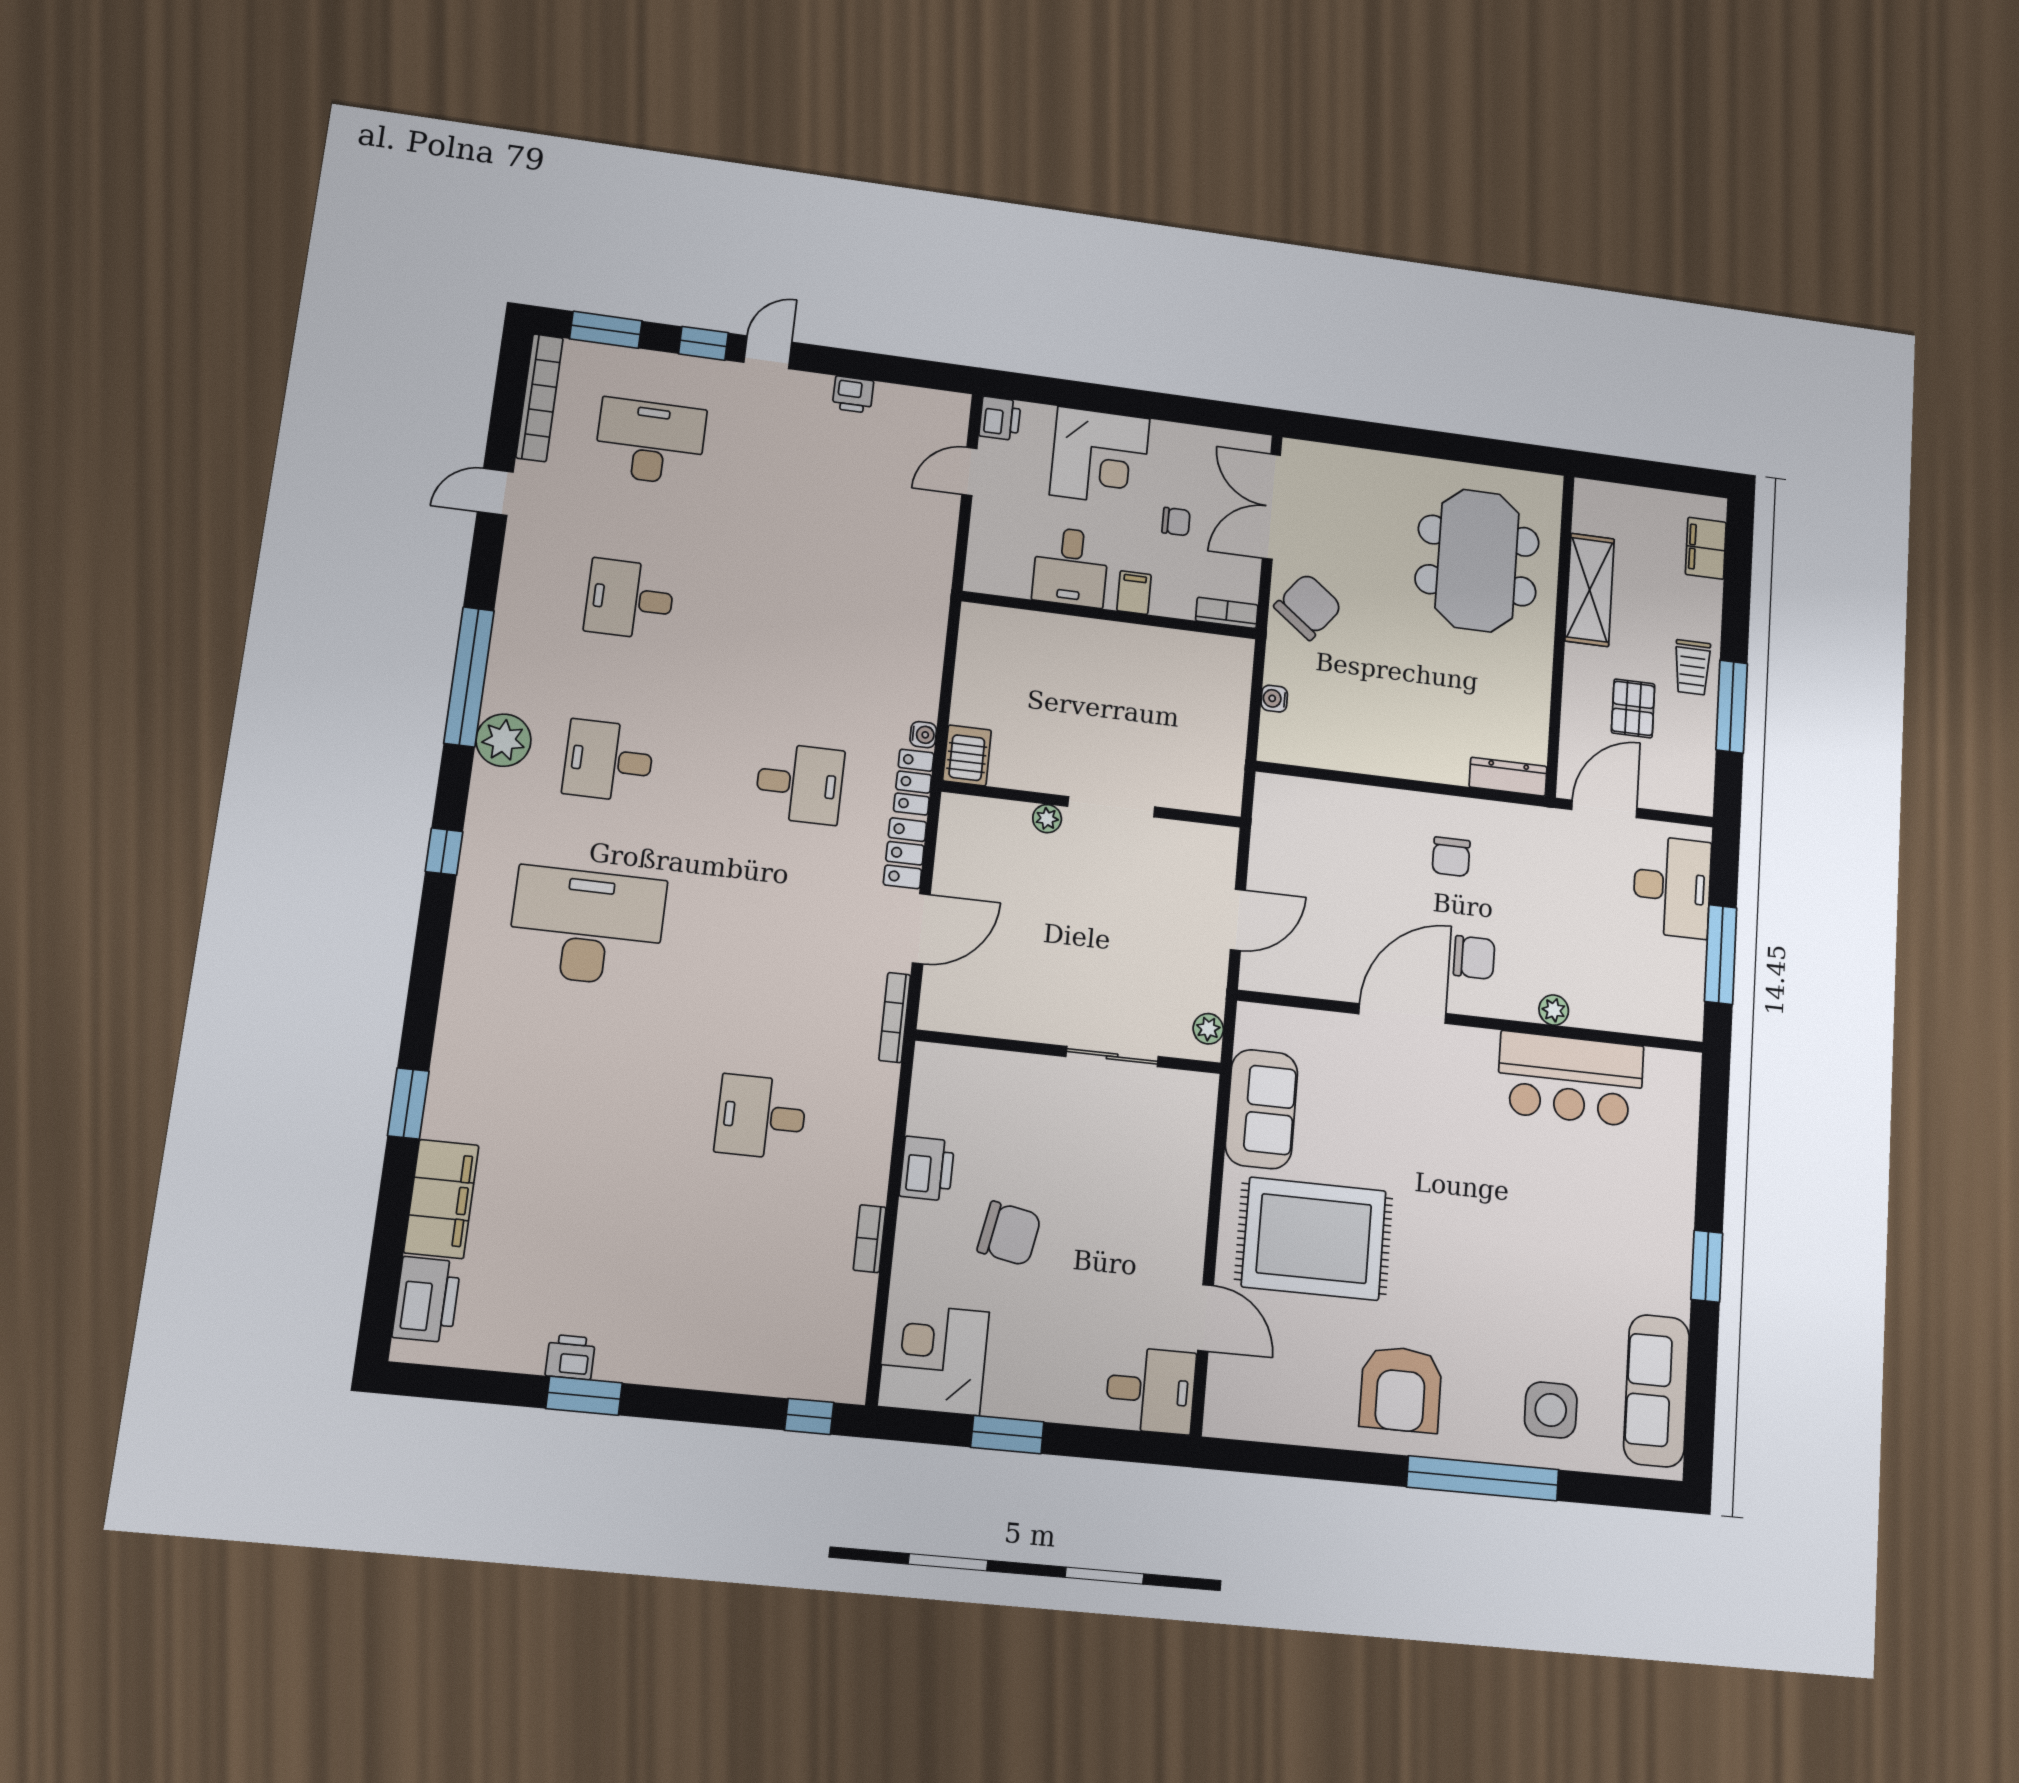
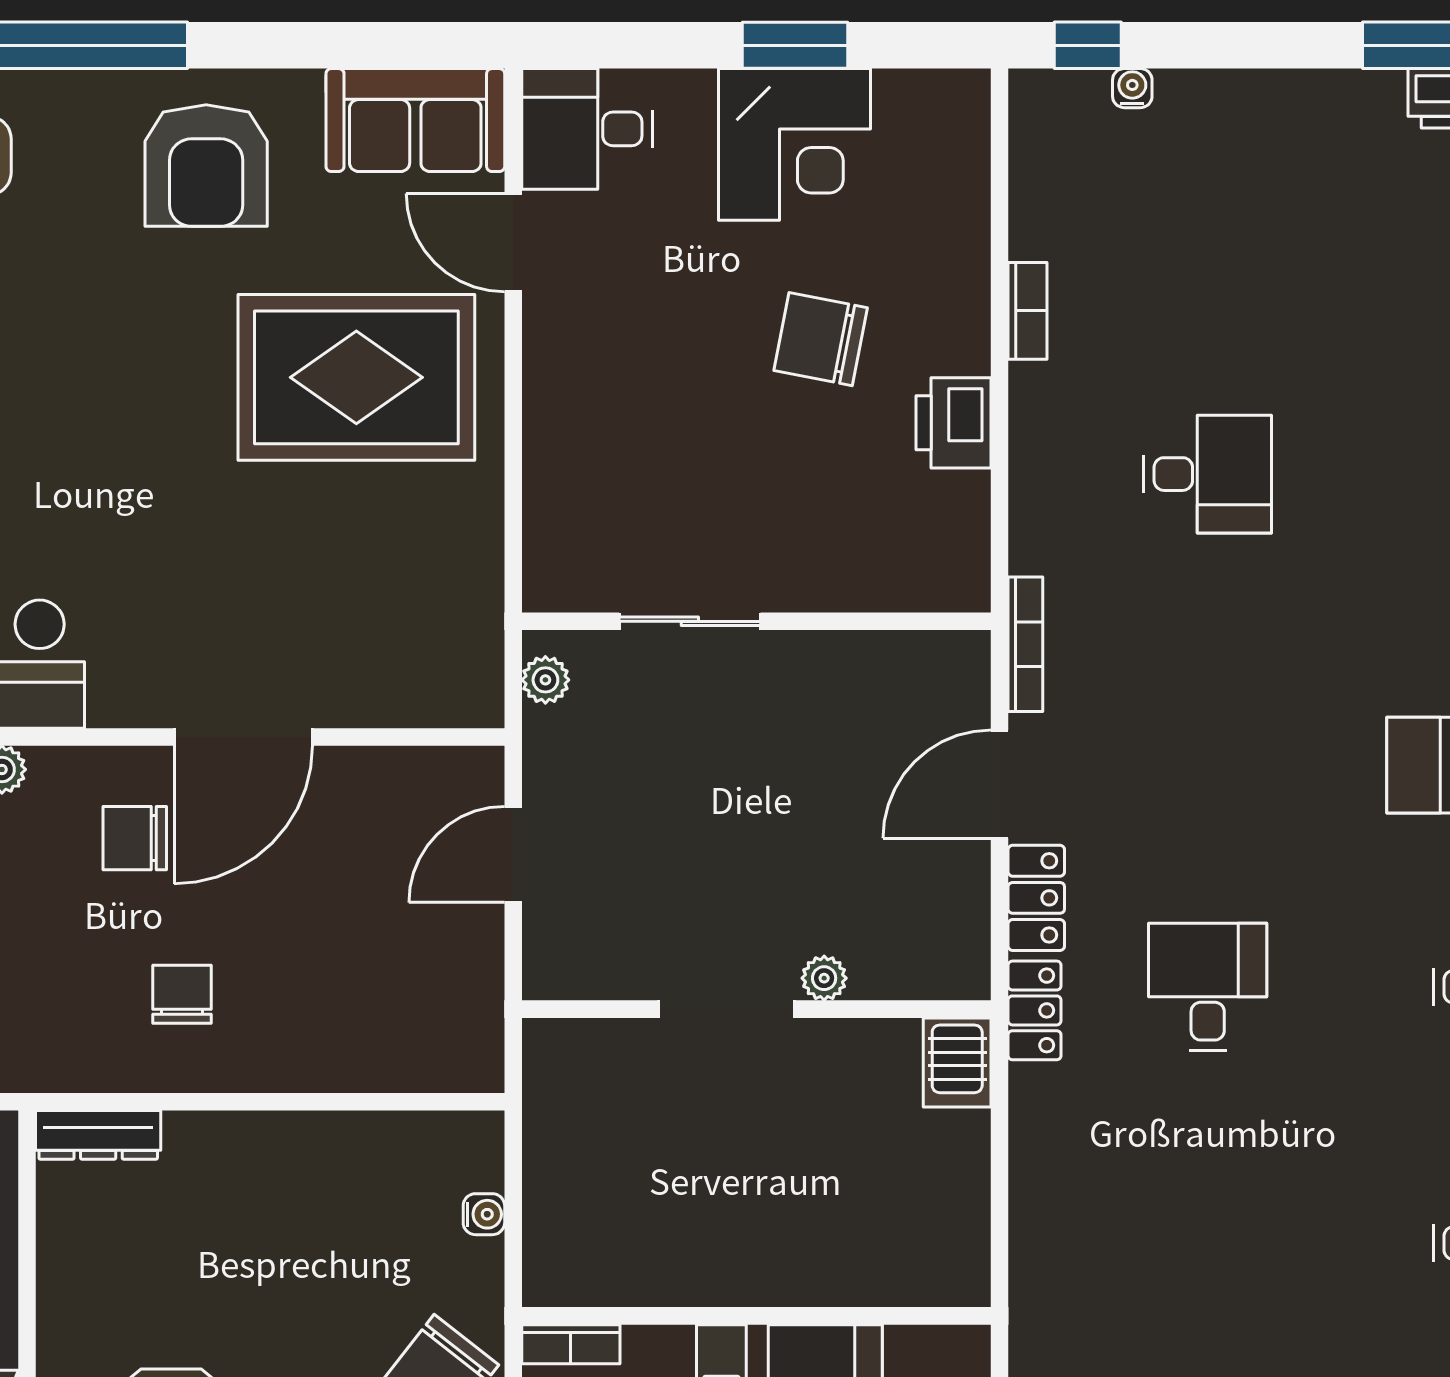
water cooler: (923, 735) -> (1132, 88), moved, turned 90
desk: (800, 784) -> (1208, 987), turned 90
sofa: (1261, 1109) -> (415, 120), moved, turned -90
corner desk: (934, 1359) -> (794, 144), moved
armchair: (1401, 1389) -> (206, 166), turned 180

